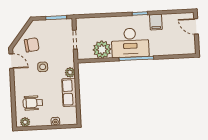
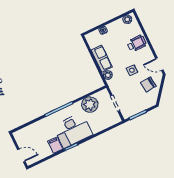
desk: (130, 43) -> (73, 130), moved, turned 180
wheelchair: (33, 103) -> (137, 43), moved

